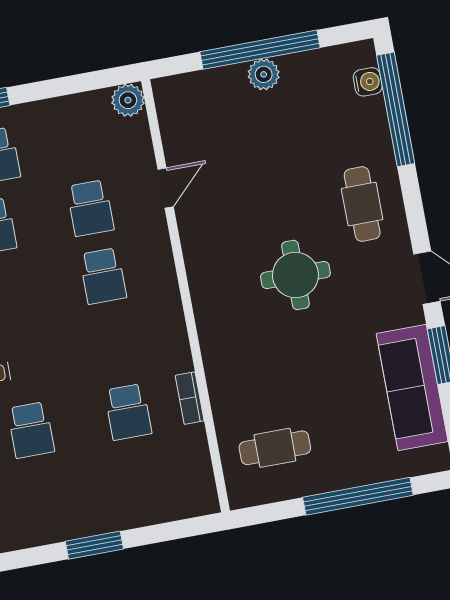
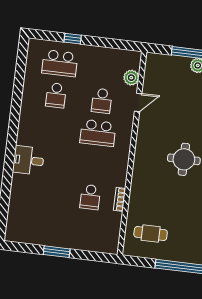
plant: (128, 100) -> (131, 78), moved
school desk: (103, 276) -> (98, 133), width x1.85
school desk: (31, 430) -> (44, 191), removed

